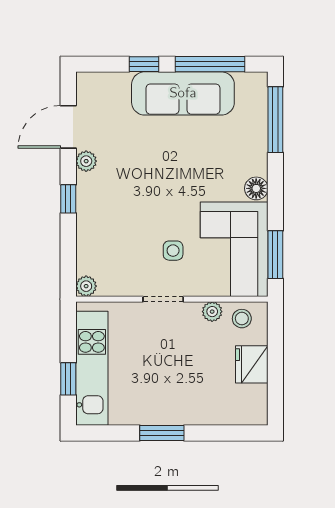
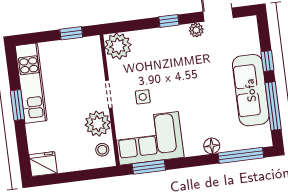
floor lamp: (256, 188) -> (212, 146), moved
plant: (86, 286) -> (118, 46), width x1.87, depth x1.87
plant: (212, 312) -> (98, 124), width x1.88, depth x1.88
fridge: (252, 364) -> (43, 164), moved
kitchen unit: (92, 368) -> (31, 83), moved, turned -90
window: (68, 379) -> (71, 33), moved

